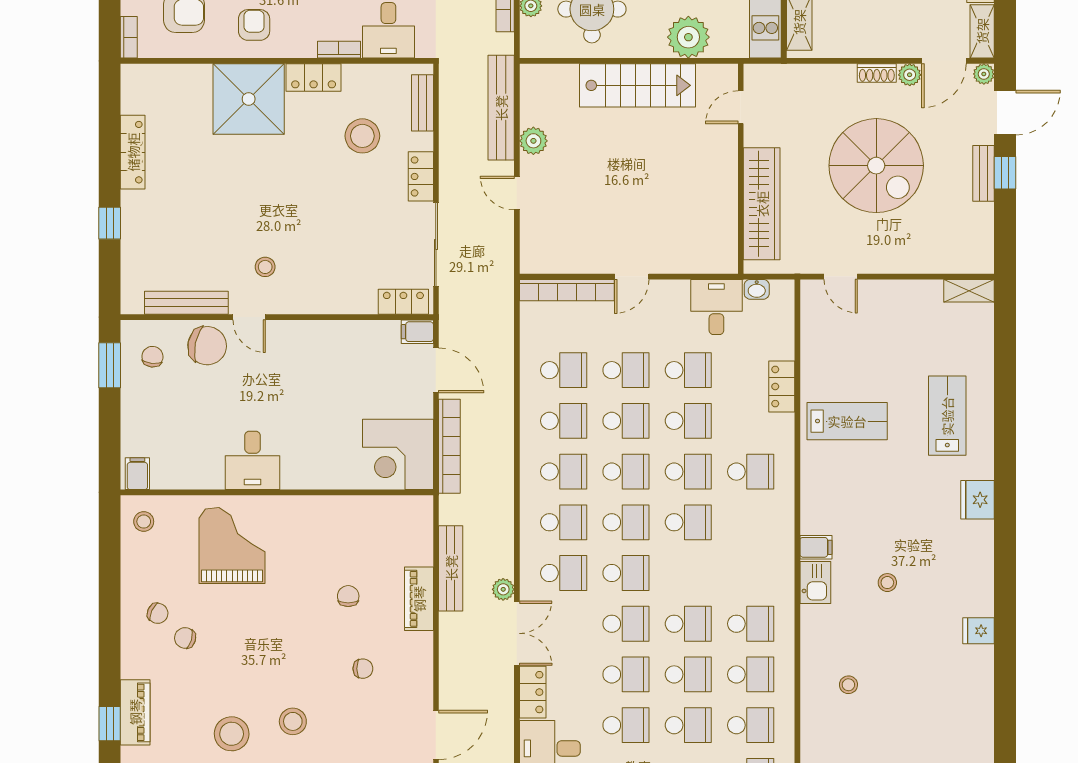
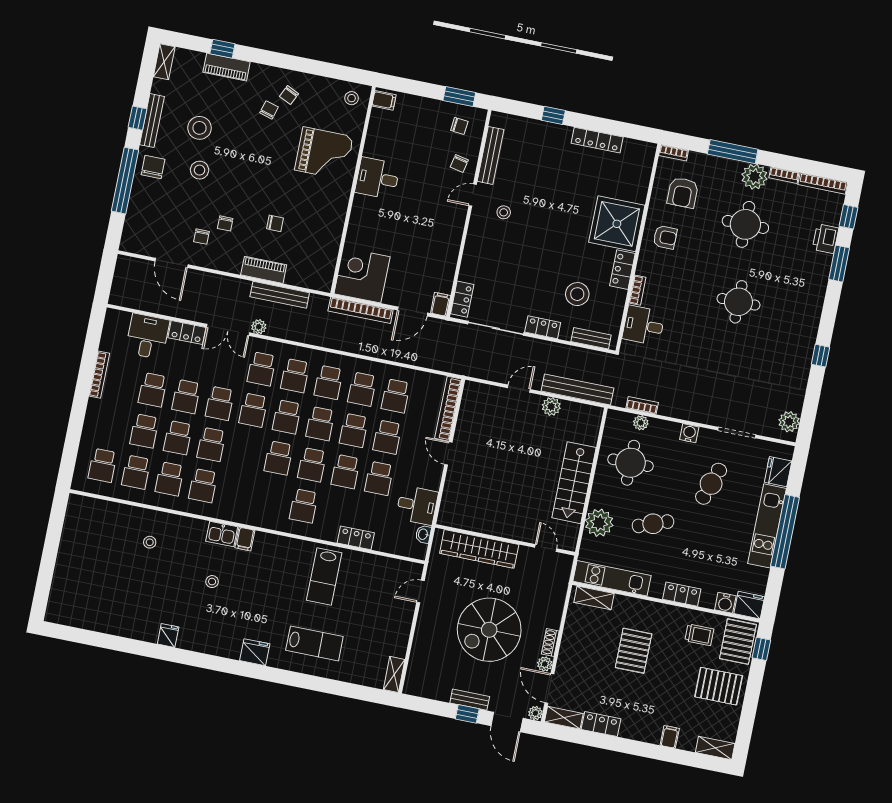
chair: (207, 346) -> (459, 163), width x0.54, depth x0.54
chair: (389, 699) -> (201, 237), added

